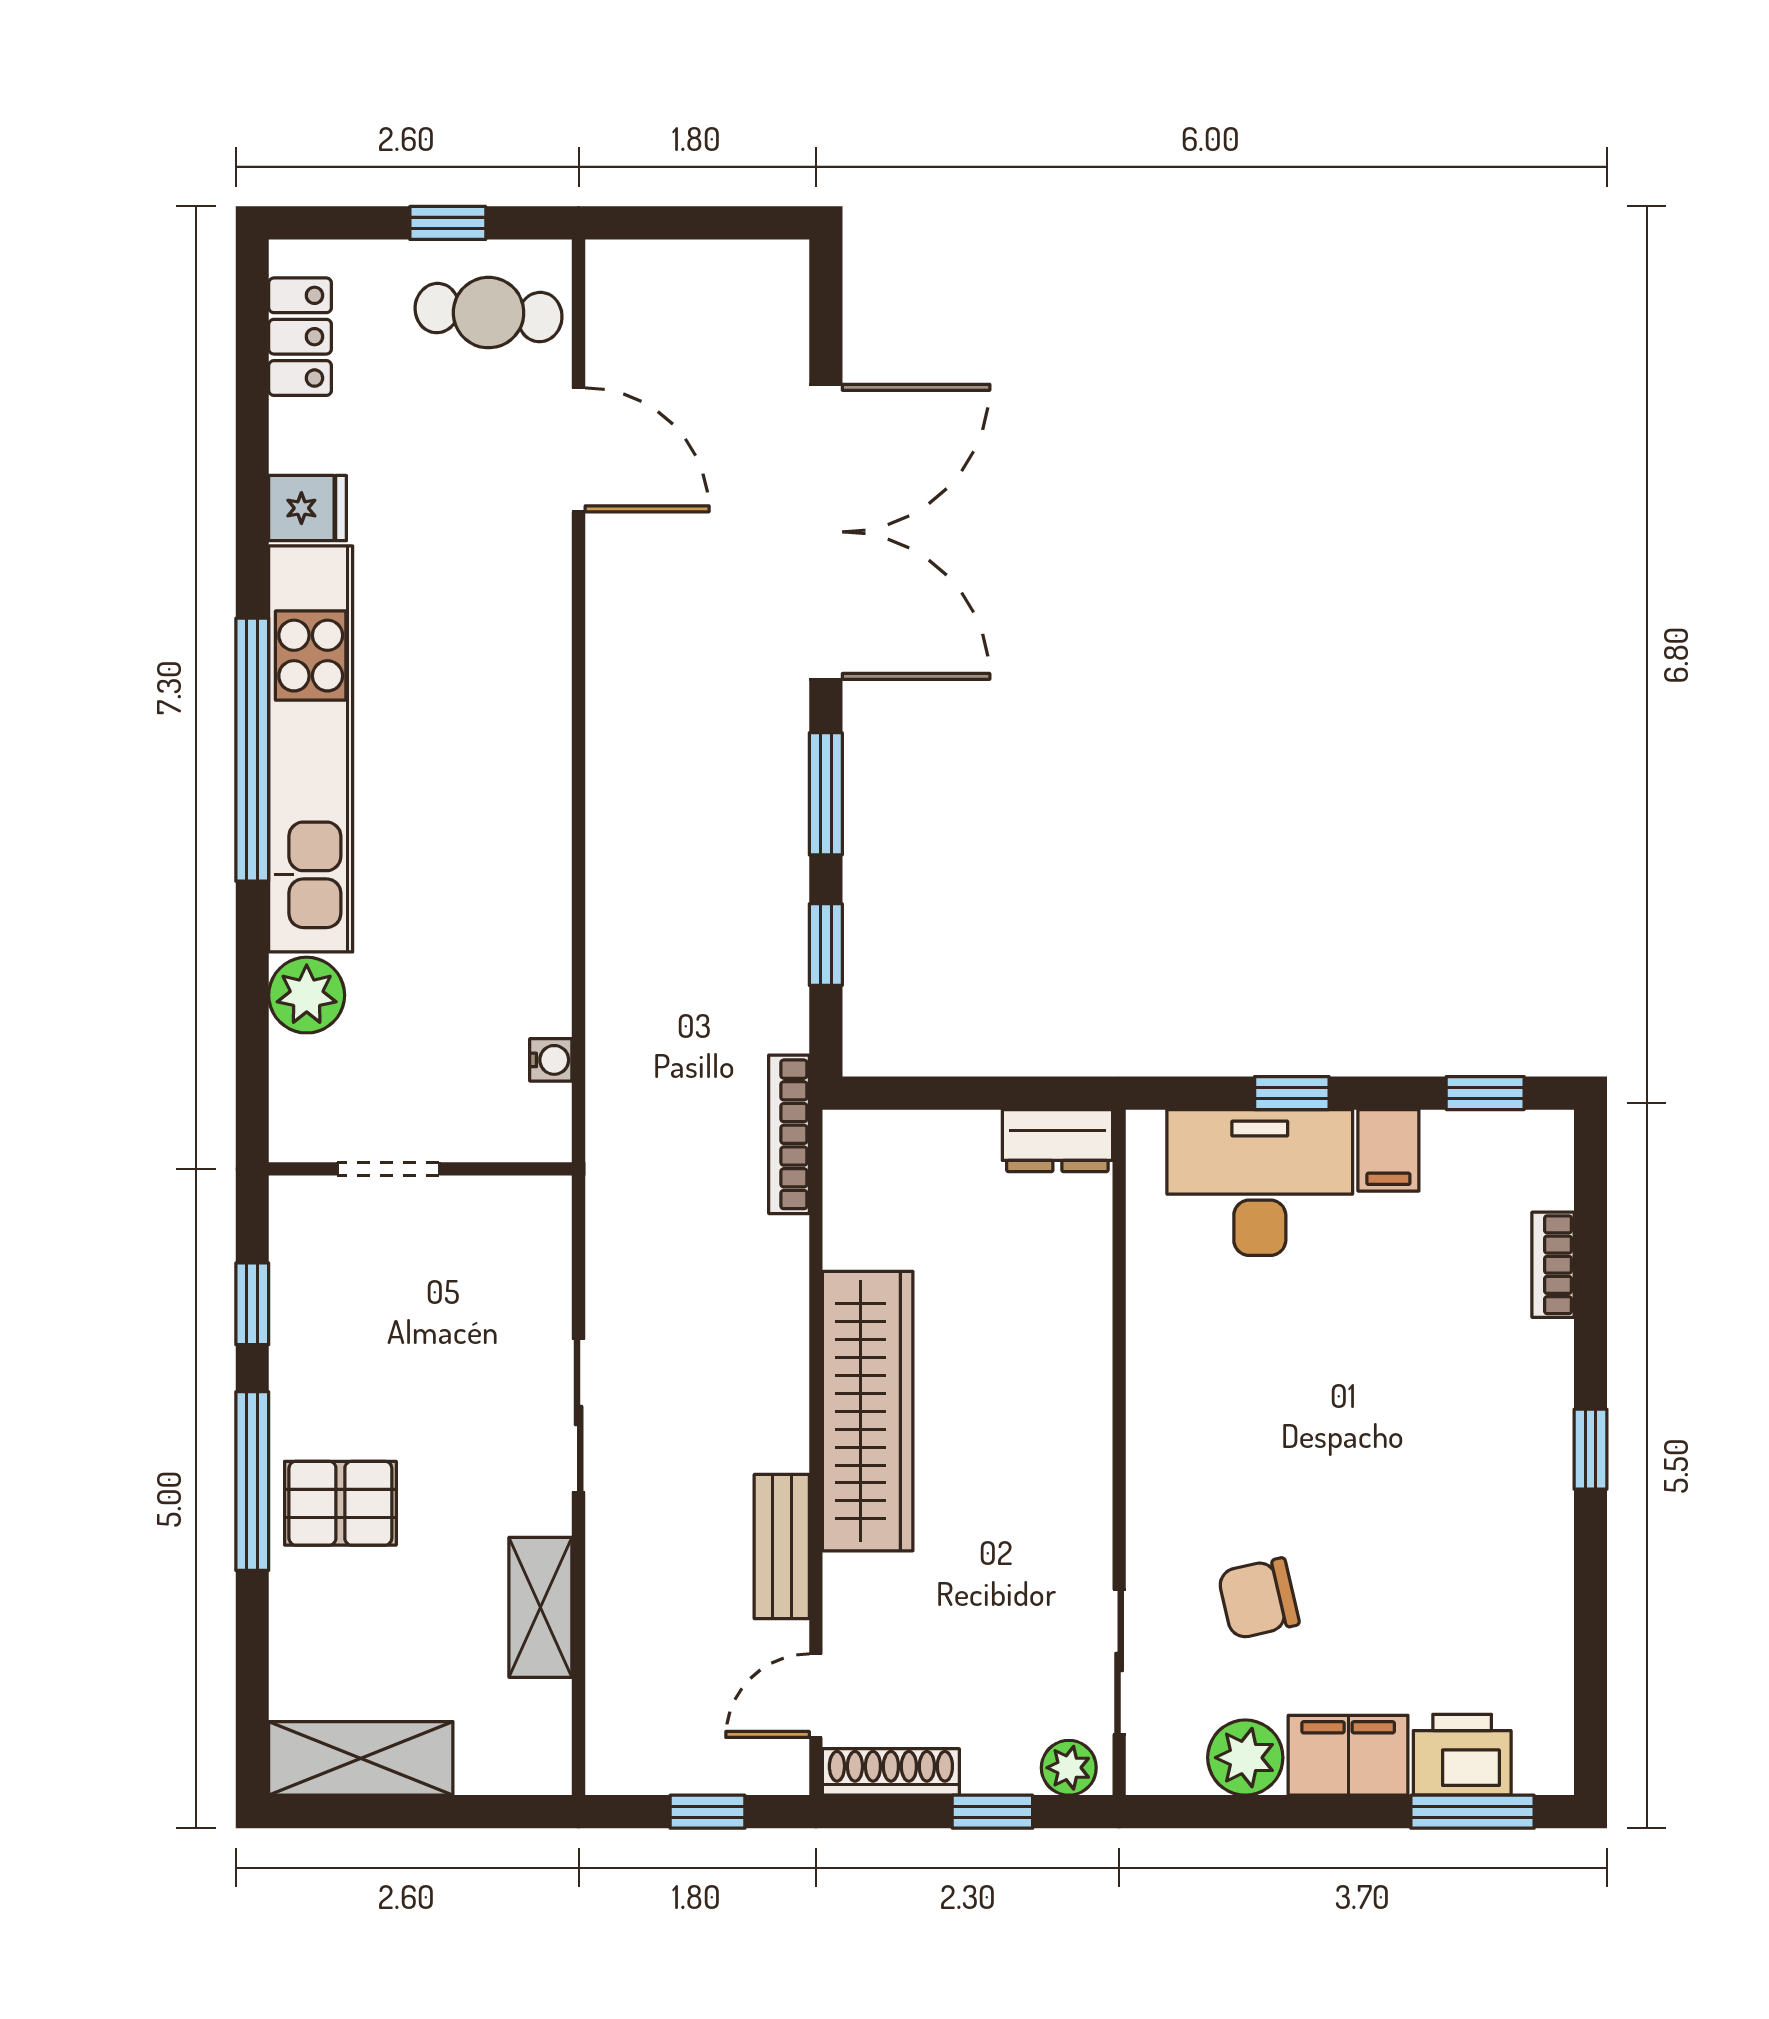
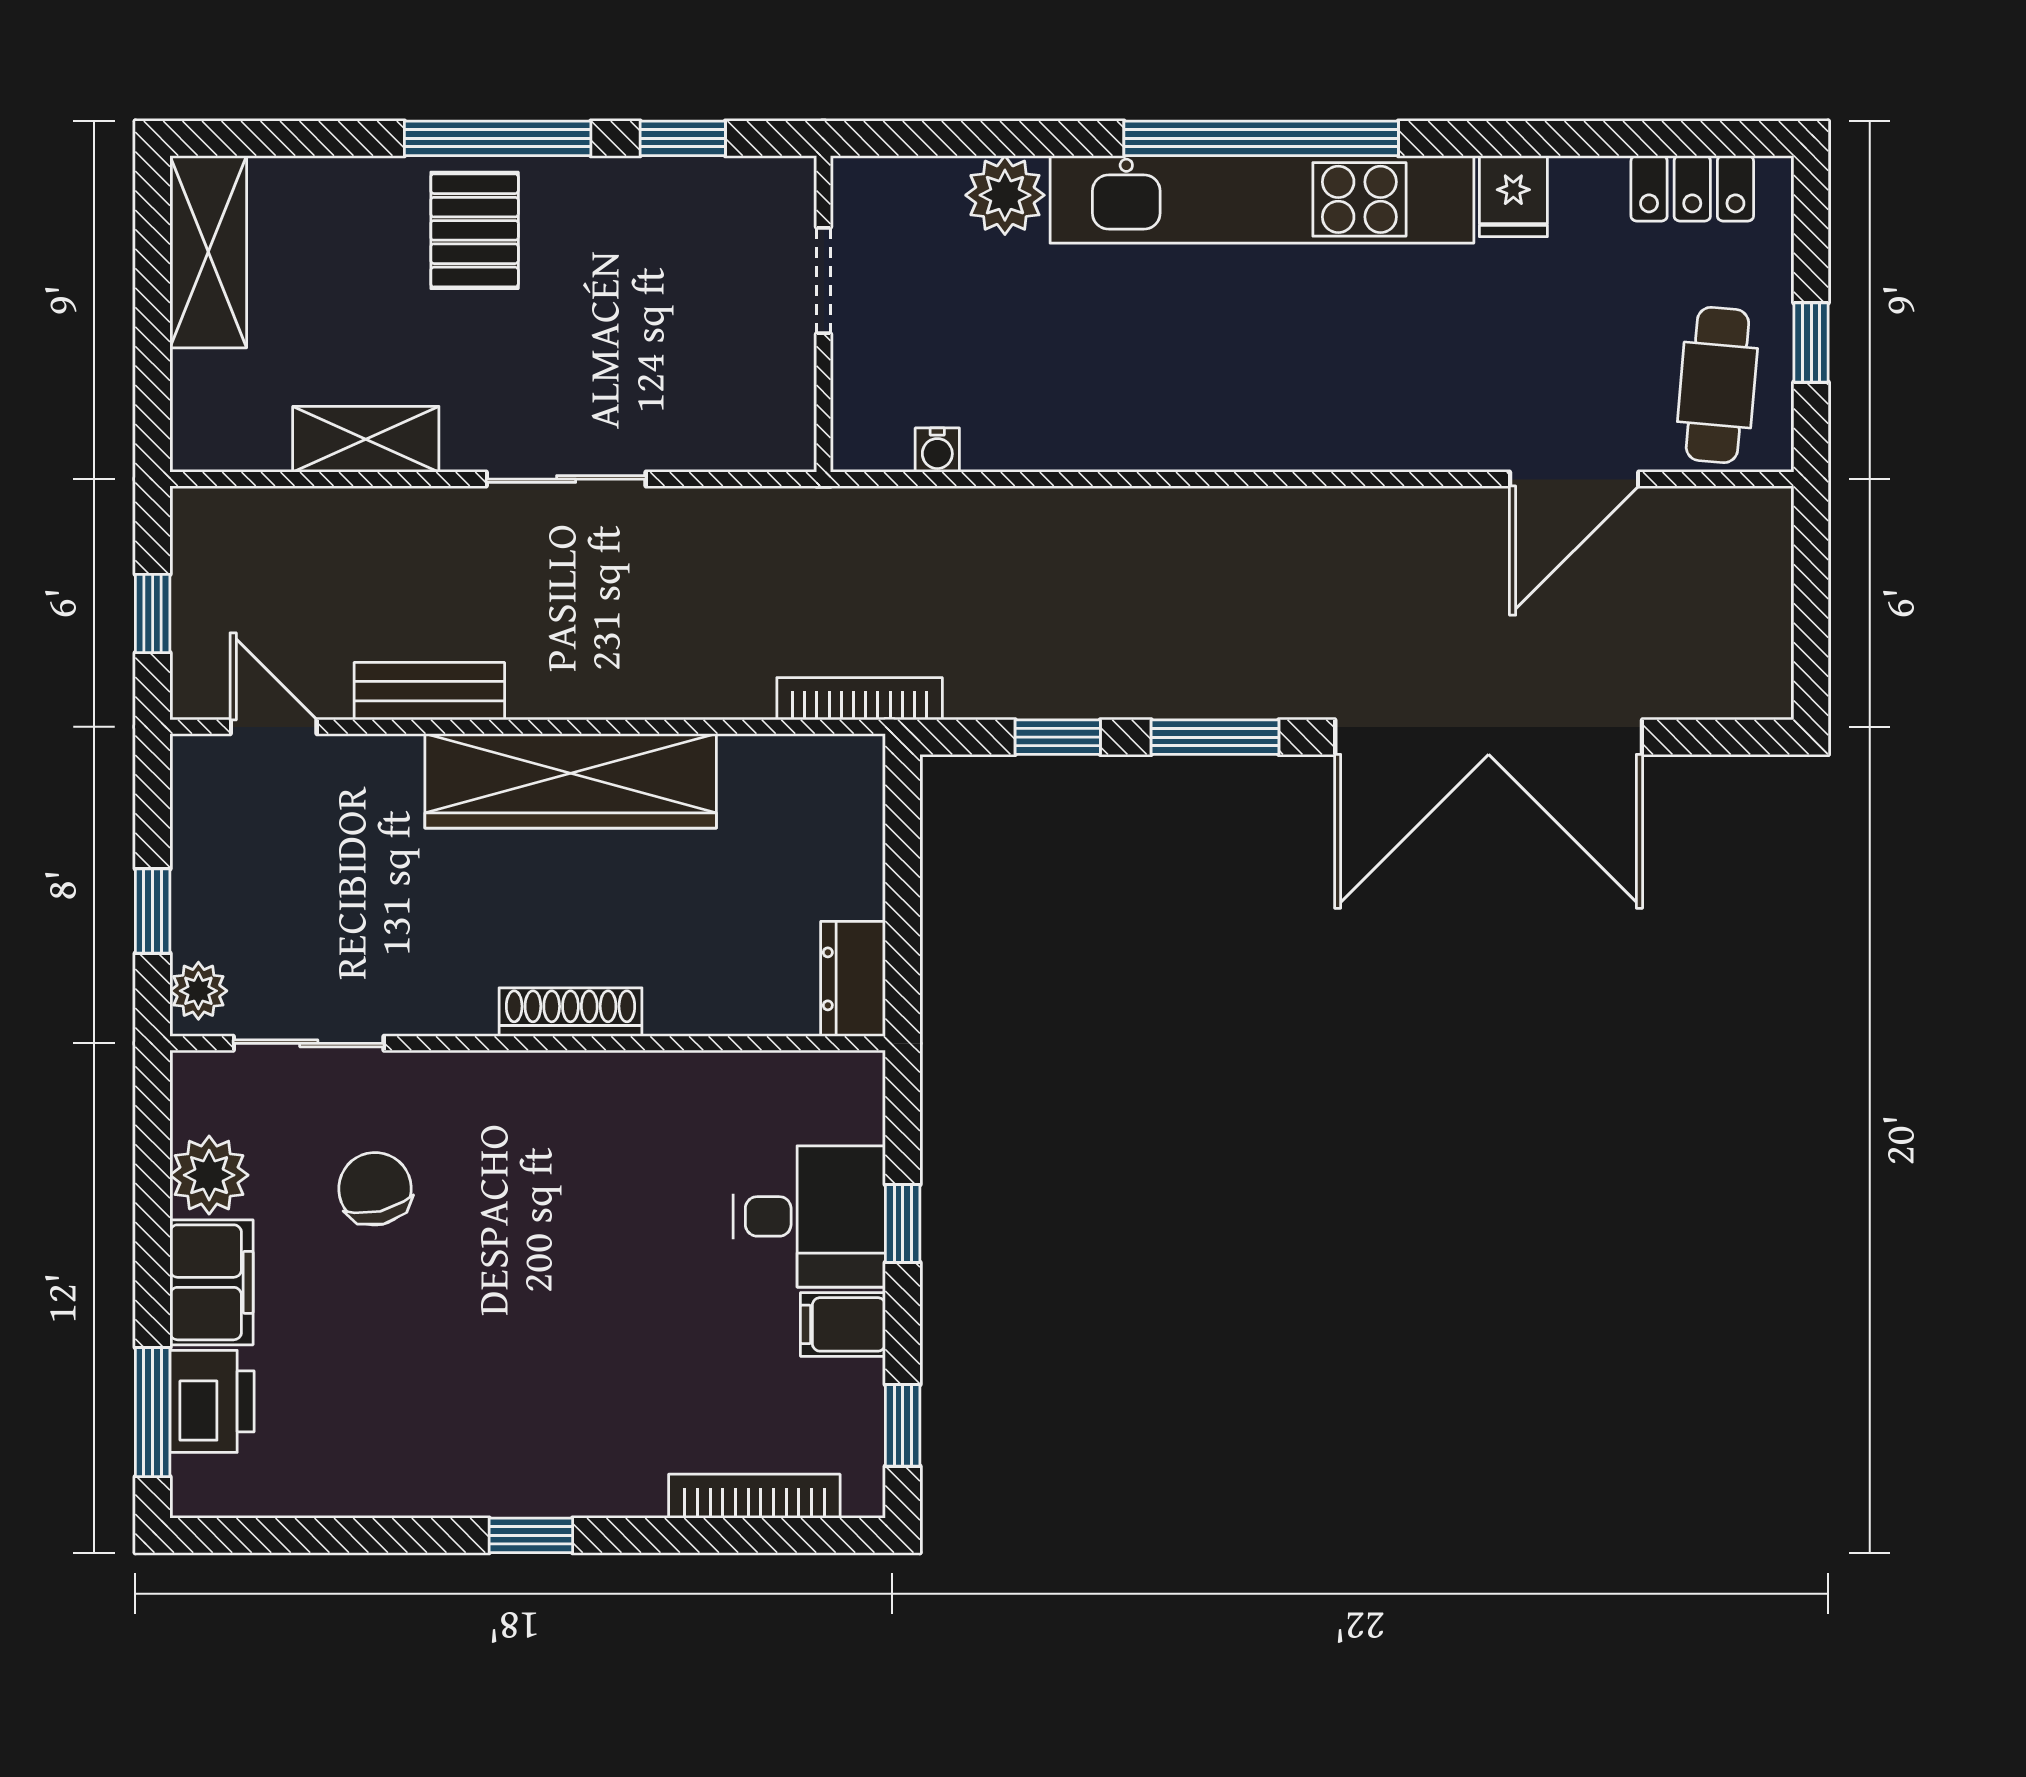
desk: (1260, 1183) -> (809, 1216), width x0.73
bookcase: (1553, 1265) -> (754, 1496), width x1.56
shoe rack: (891, 1772) -> (570, 1012), moved, turned -90

